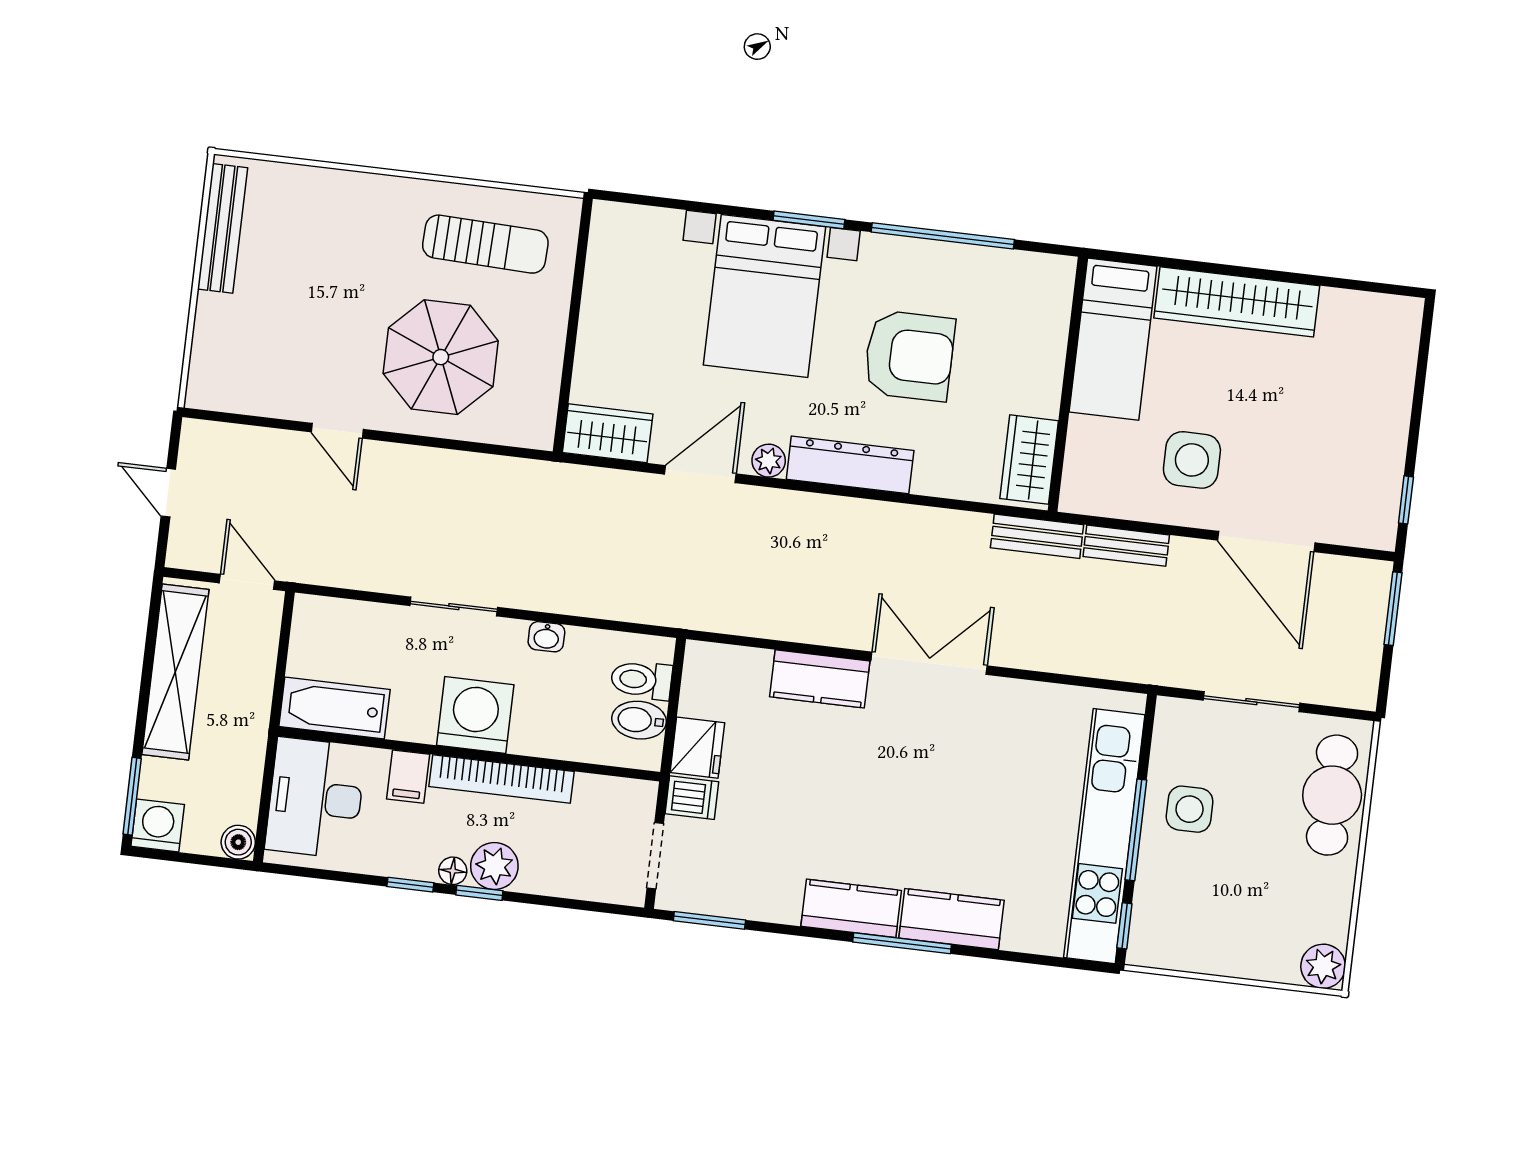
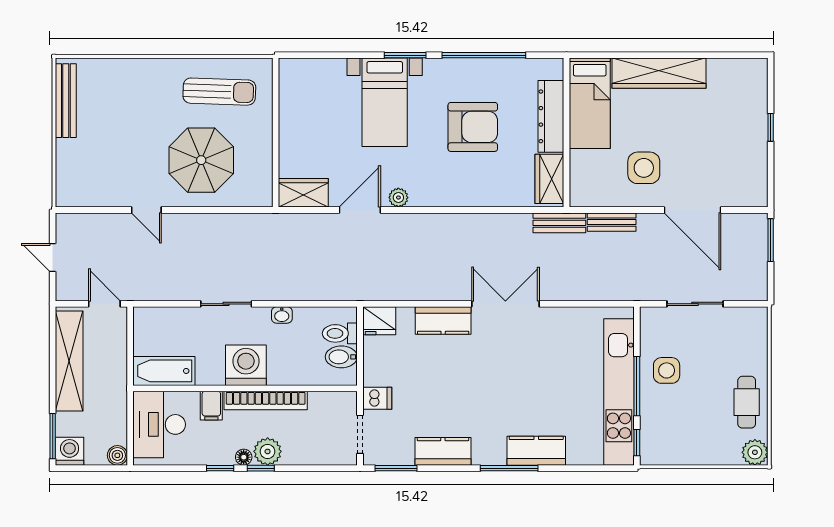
bed with nightstands: (764, 296) -> (385, 102), width x0.73
dresser: (850, 465) -> (551, 116), moved, turned -90
window: (1406, 500) -> (771, 127), moved
fridge: (697, 748) -> (379, 321), moved, turned 90
cafe table: (1332, 795) -> (747, 402), moved, width x0.73, depth x0.74
kitchen counter: (851, 908) -> (443, 451), moved

